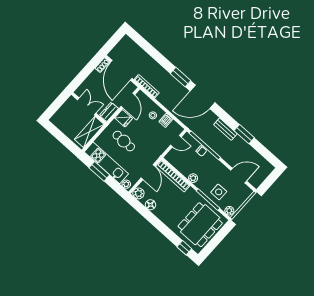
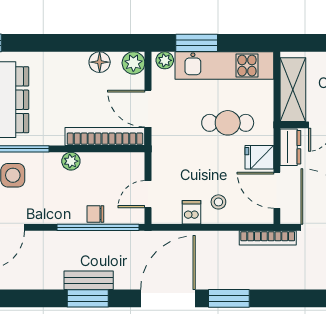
window: (244, 134) -> (88, 298), moved
window: (99, 171) -> (197, 43), moved

